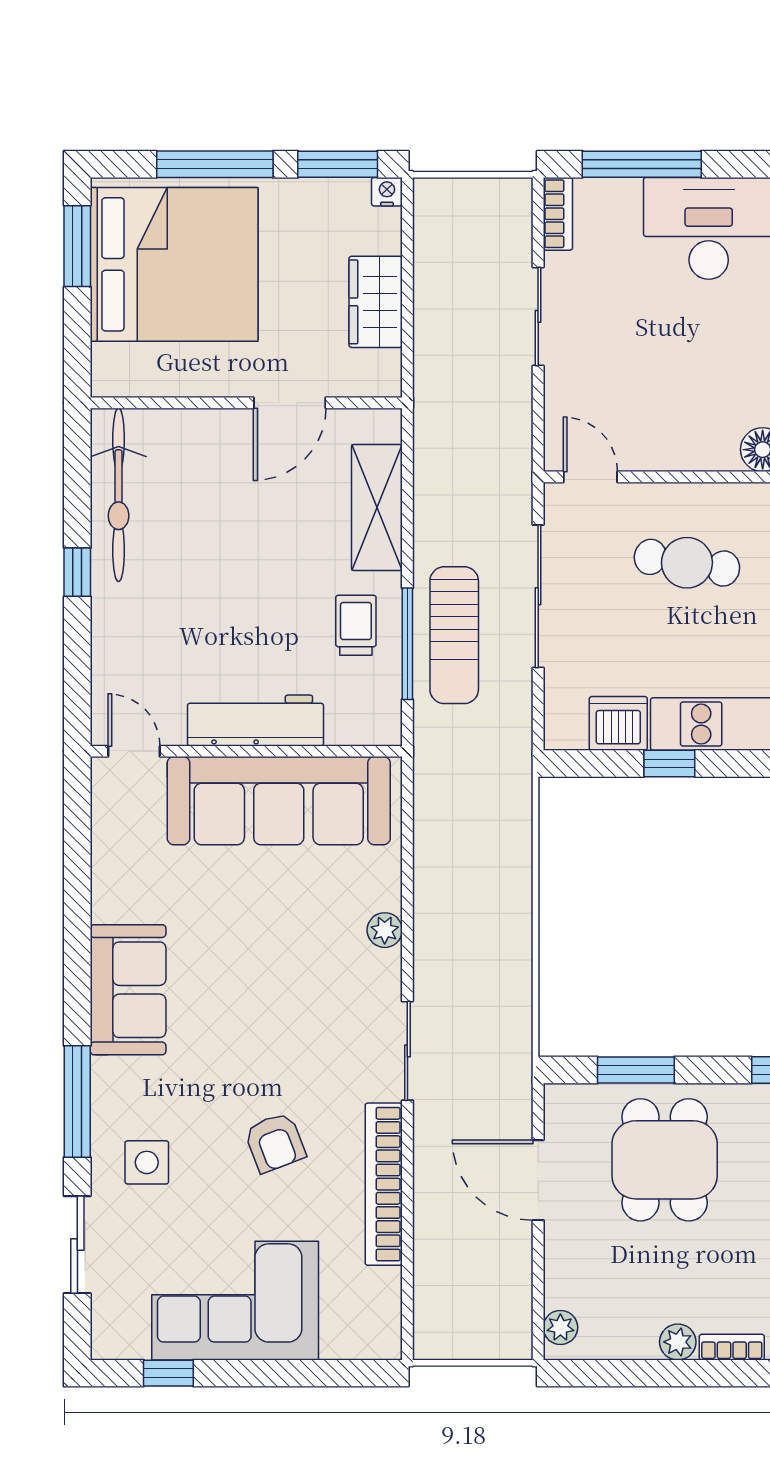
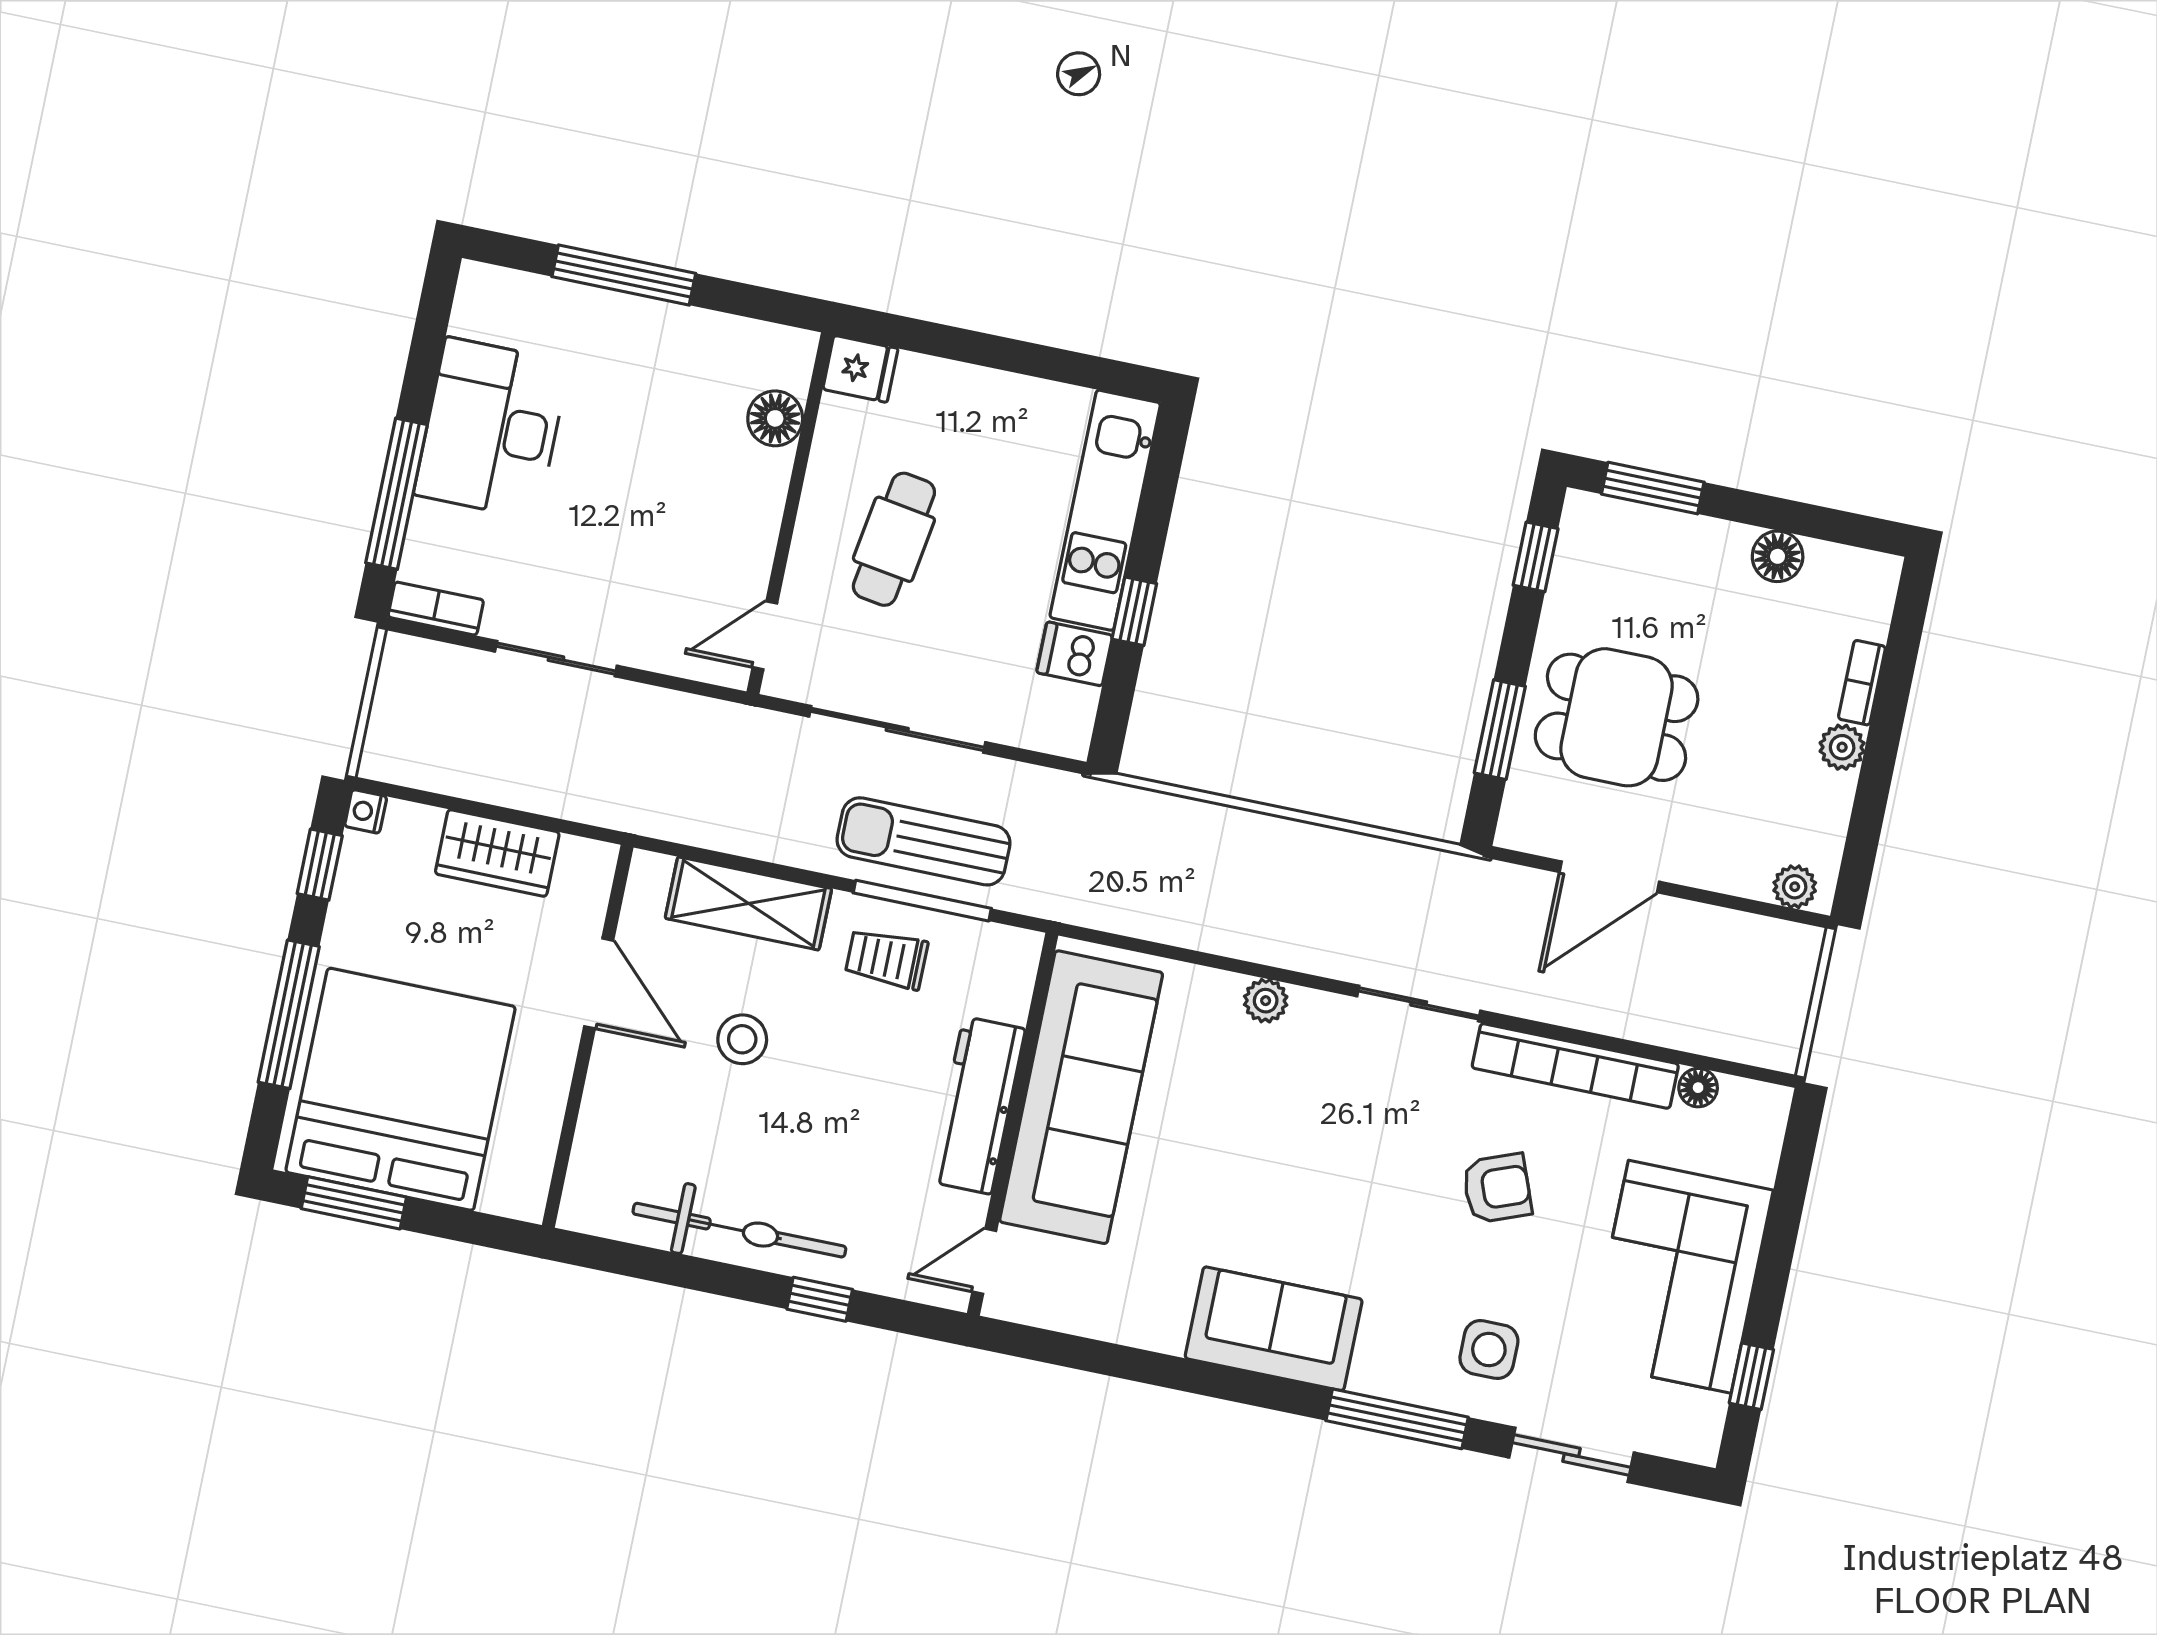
window: (338, 164) -> (320, 865), width x0.67
bicycle: (119, 495) -> (739, 1230), moved
stool: (269, 525) -> (742, 1039), added
window: (77, 572) -> (820, 1299), moved
sun lounger: (454, 635) -> (924, 841), turned 180
dishwasher: (618, 723) -> (1075, 654), width x0.73
floor lamp: (387, 1284) -> (1698, 1088), added

